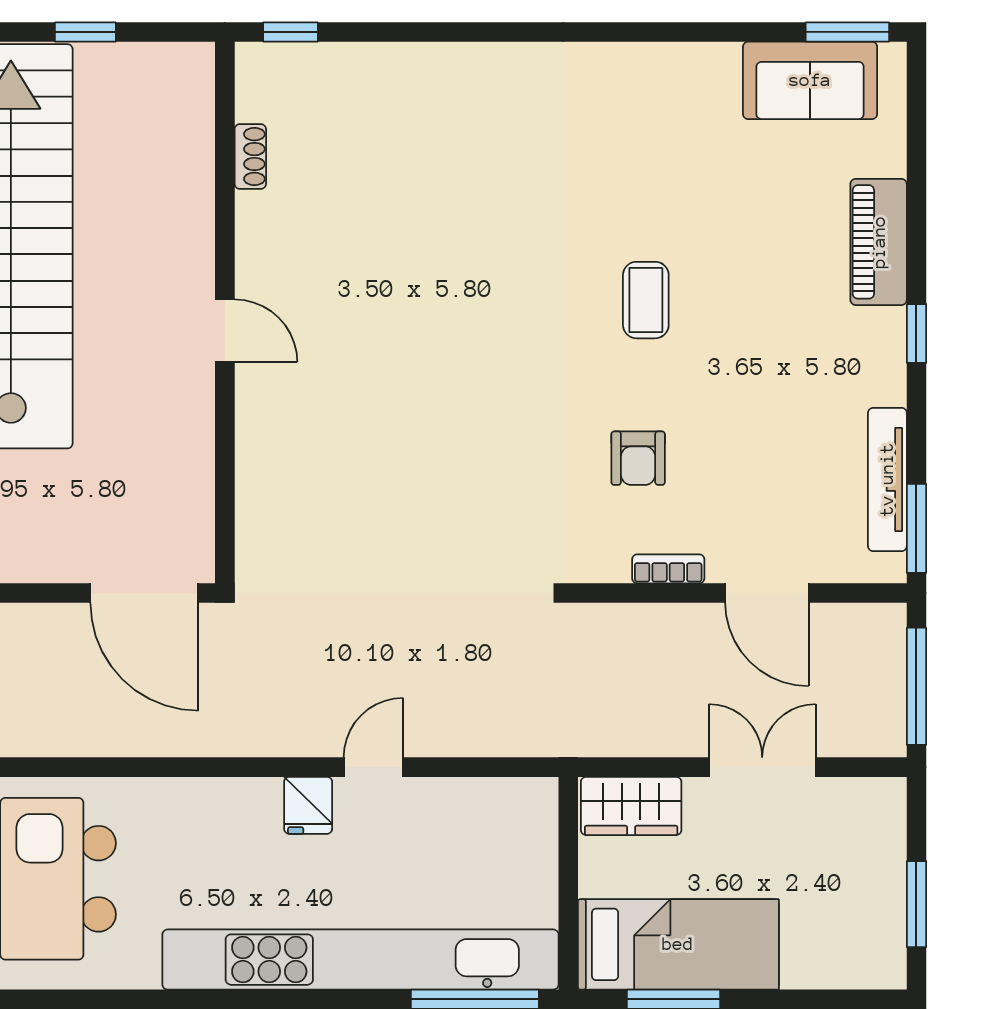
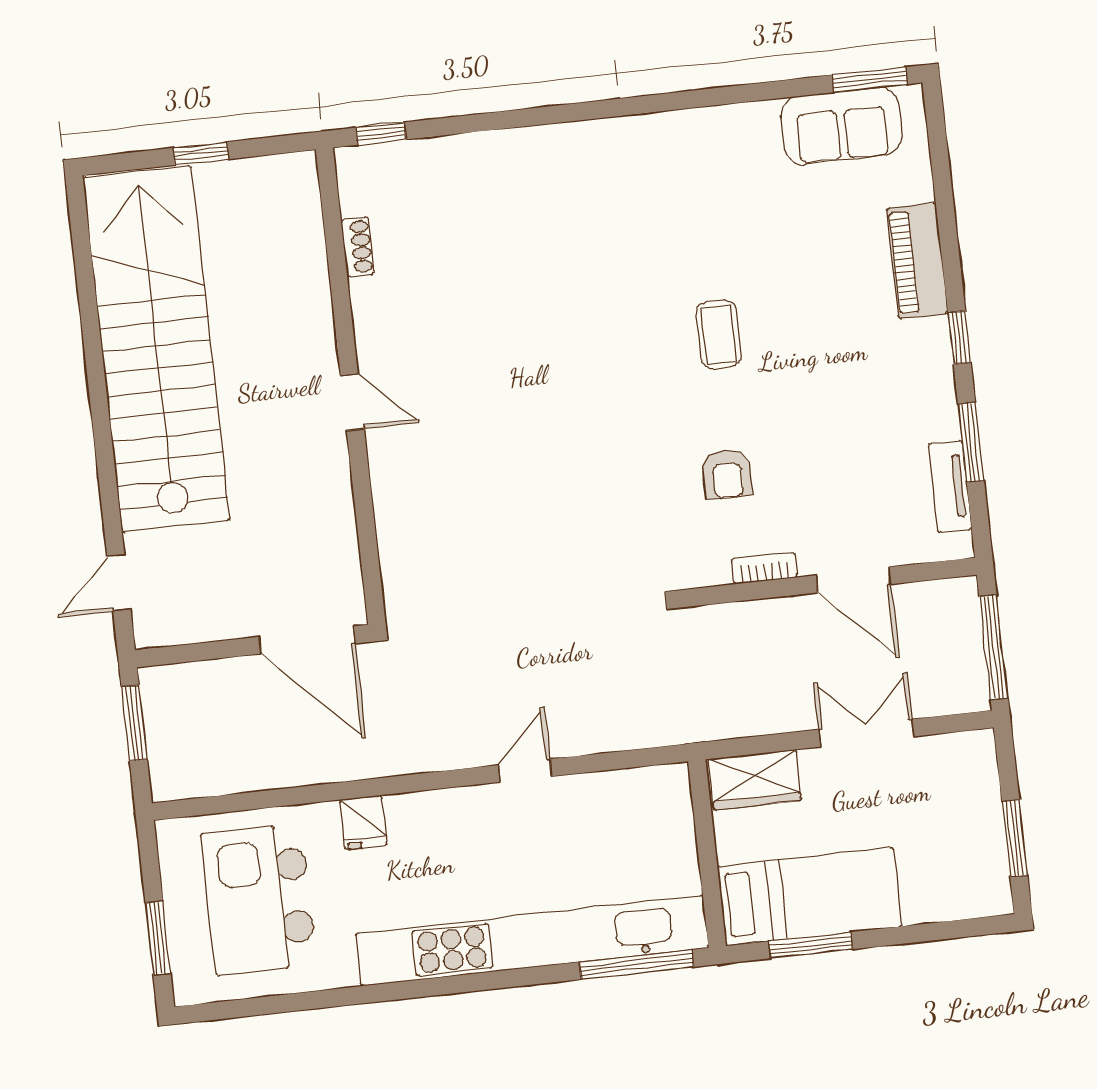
tv unit: (887, 479) -> (950, 487), width x0.71
window: (916, 528) -> (971, 442), moved
fridge: (308, 805) -> (363, 822), moved

